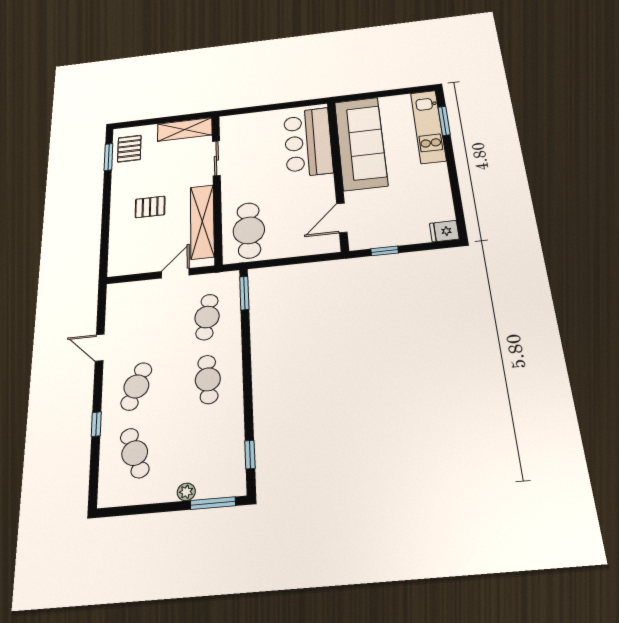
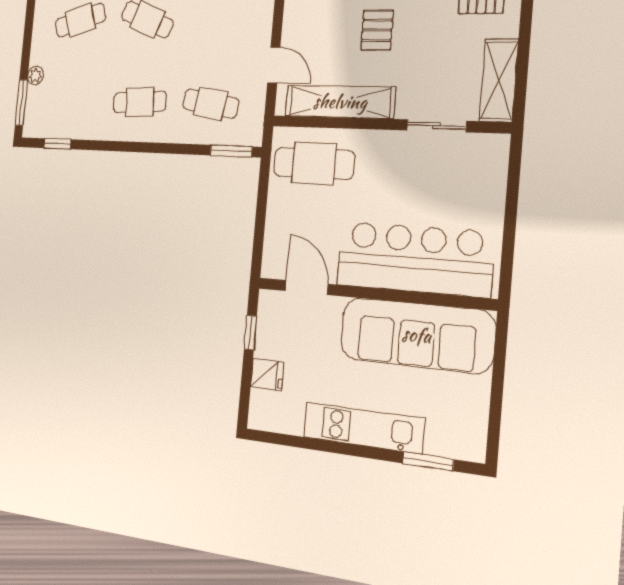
kitchen unit: (428, 127) -> (363, 428), moved
bar counter: (308, 142) -> (414, 259), width x1.36
fridge: (444, 231) -> (267, 375), moved, turned 90

